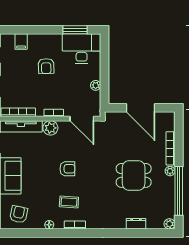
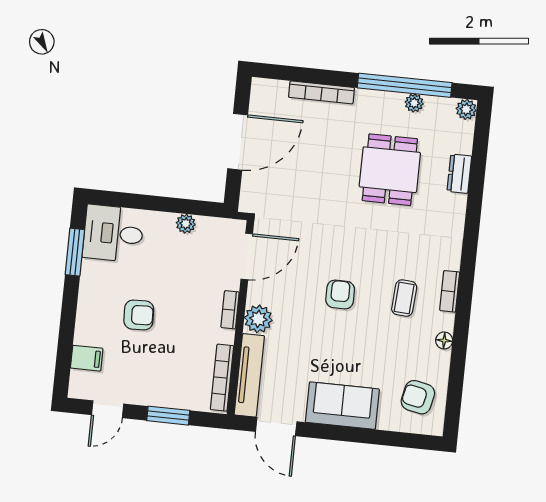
desk: (82, 49) -> (113, 233), width x0.73
plant: (170, 171) -> (414, 103), moved
dining table: (134, 175) -> (390, 170), moved

